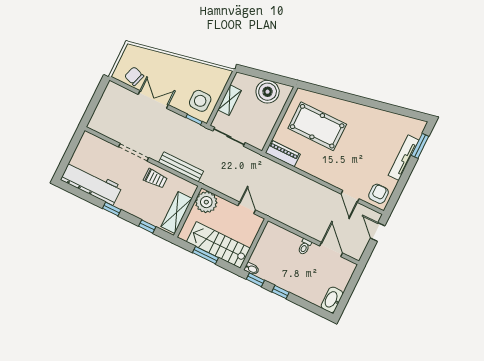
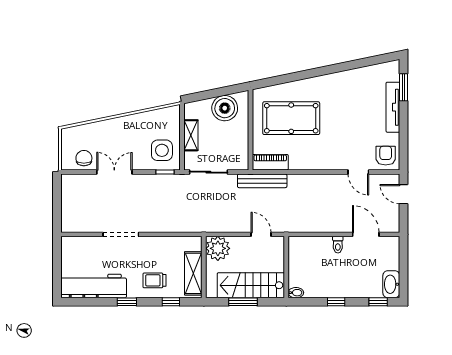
chair: (134, 76) -> (84, 158), turned 72
bench: (181, 167) -> (262, 181), moved
trolley: (155, 178) -> (154, 280), moved, turned 180
window: (255, 280) -> (378, 302), moved

